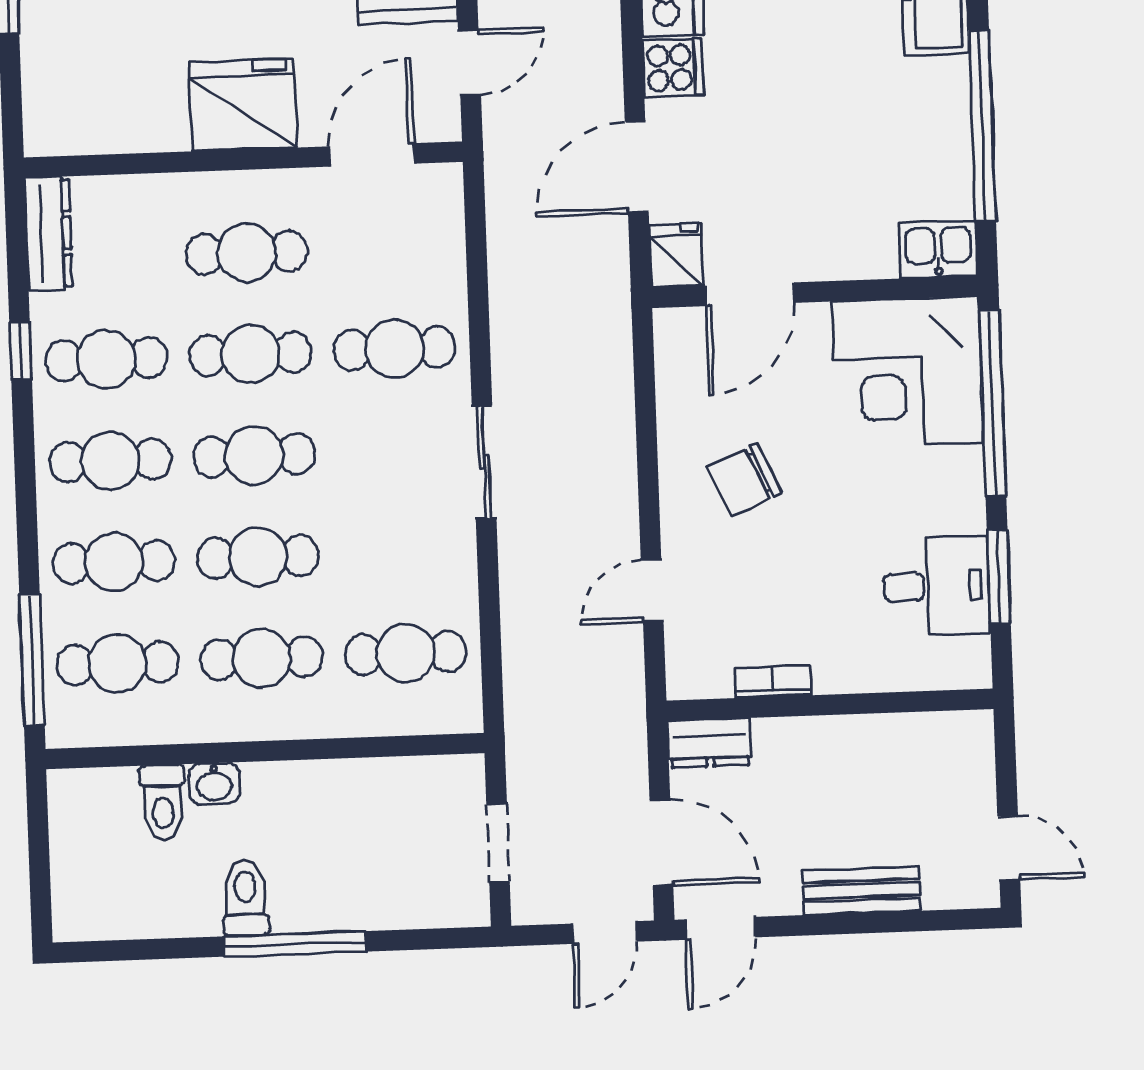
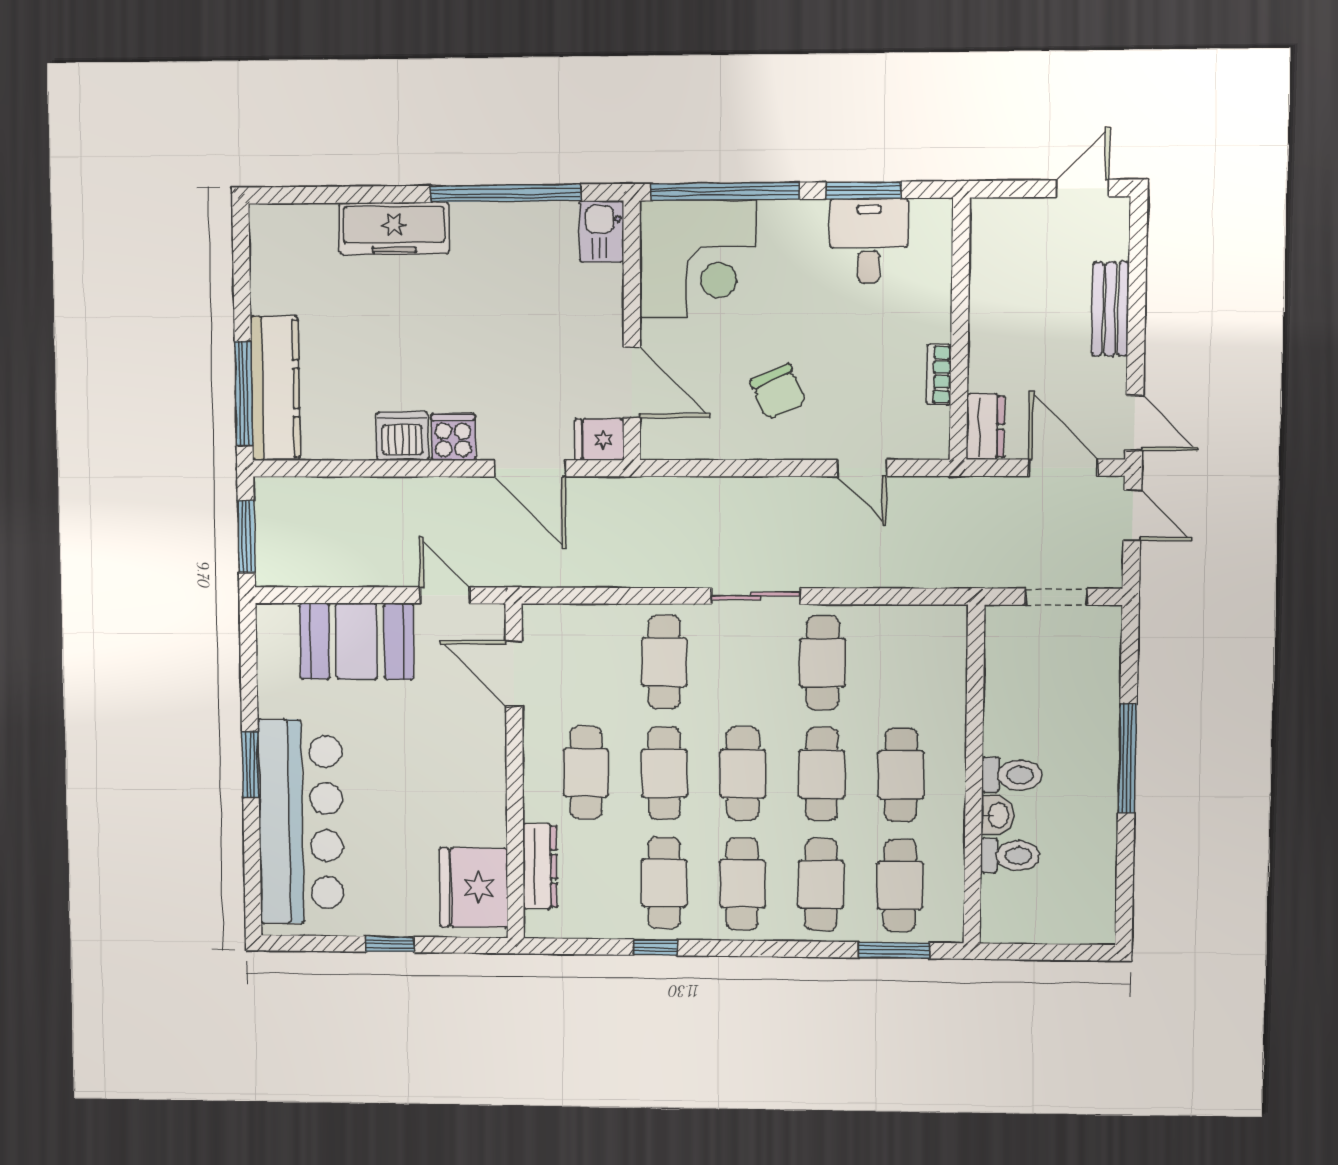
fridge: (243, 105) -> (474, 888), moved
dresser: (49, 234) -> (540, 866), moved, turned 90
cafe table: (406, 653) -> (823, 663), moved
window: (32, 660) -> (894, 950), width x0.69
door: (661, 843) -> (1063, 468), hinge flipped
toilet: (245, 898) -> (1012, 775), moved, turned 180

